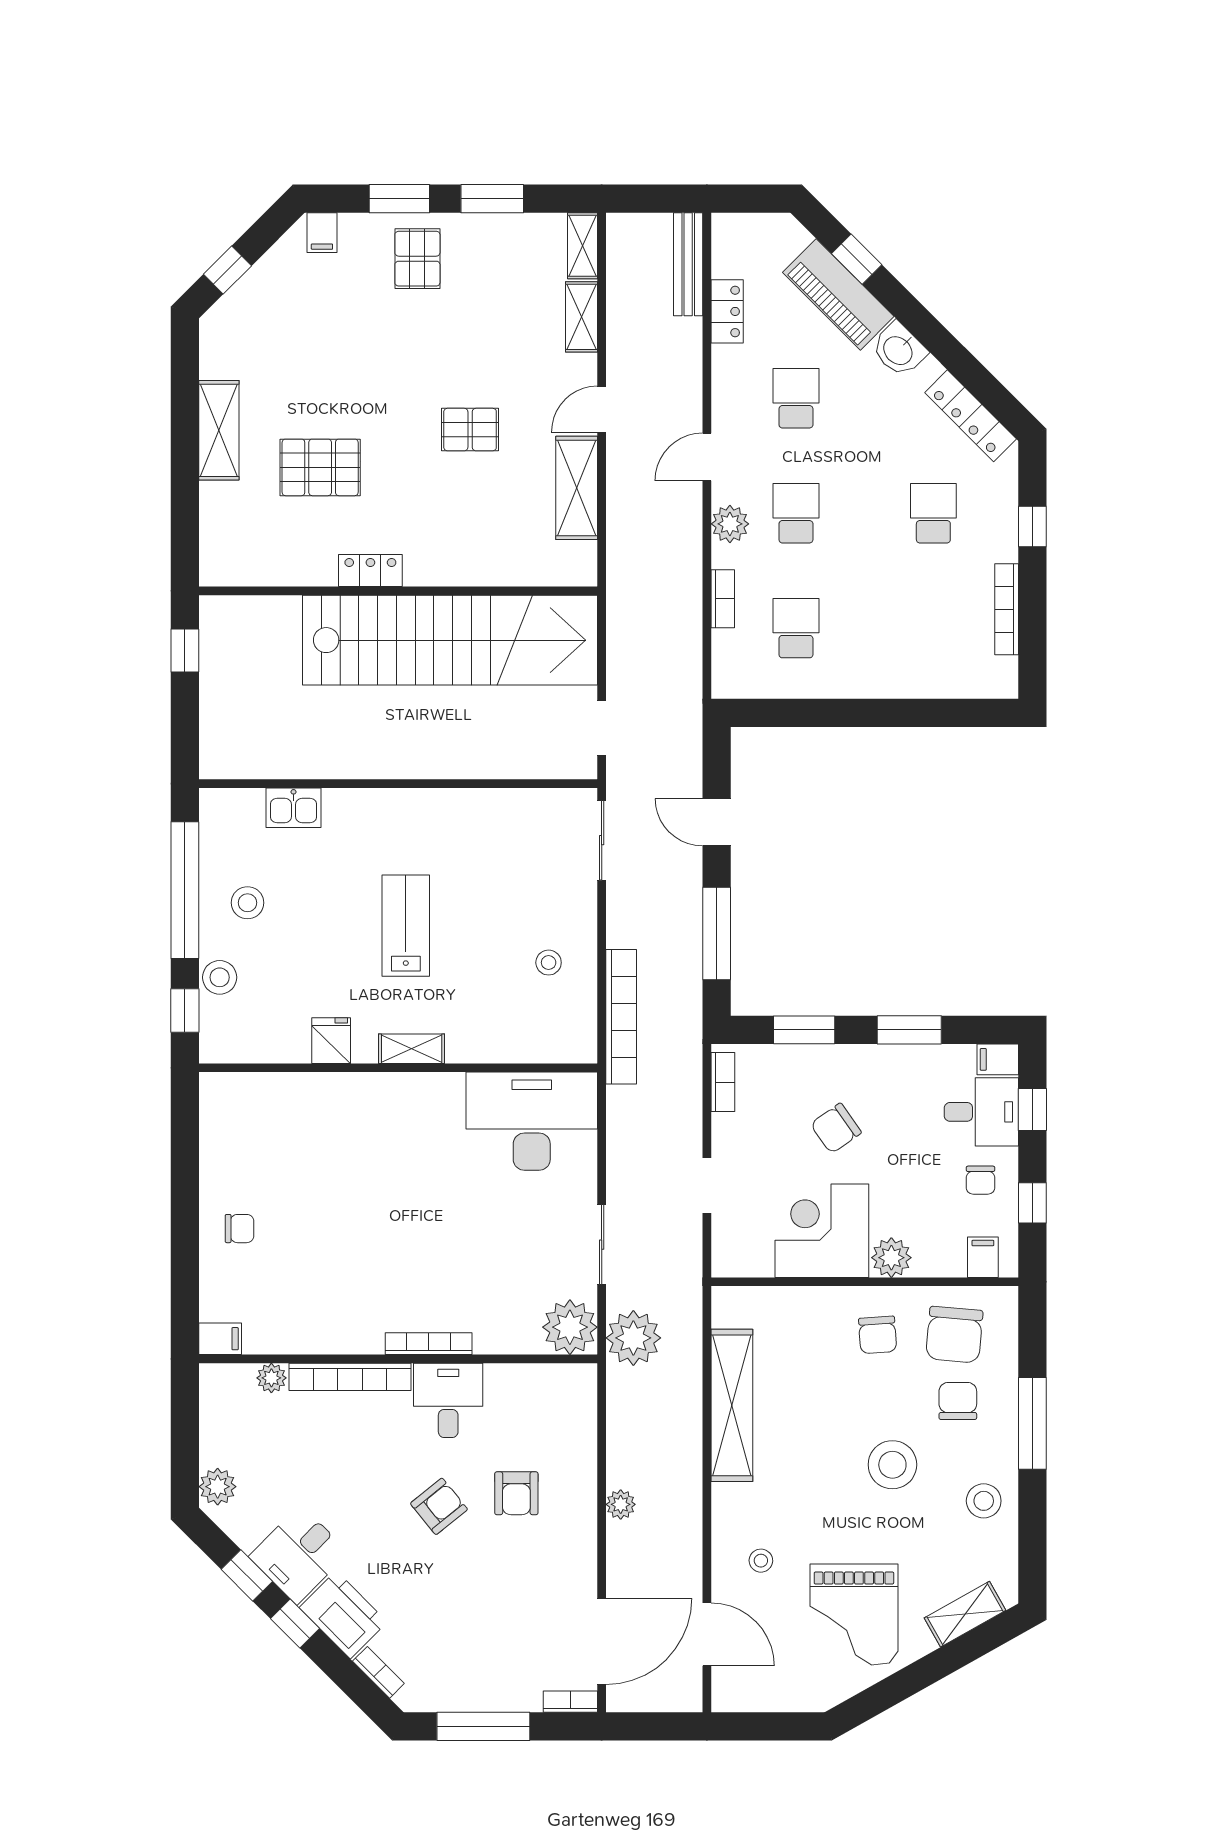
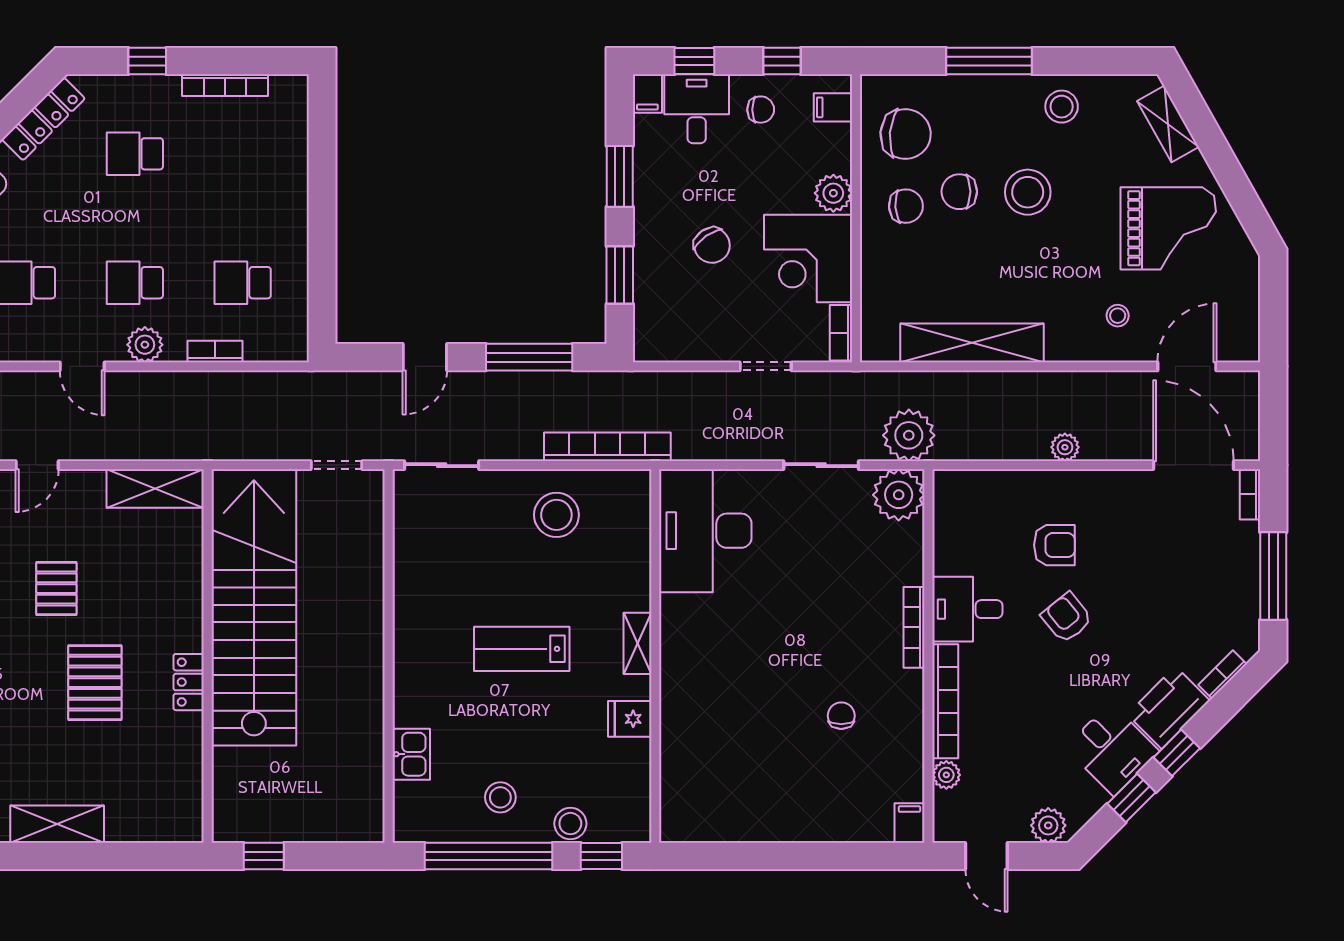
door: (602, 409) -> (37, 465), hinge flipped
pallet: (320, 467) -> (95, 683), moved
shelving: (577, 488) -> (155, 488), moved
stool: (549, 963) -> (556, 515), width x1.89, depth x1.89
bookcase: (723, 1082) -> (841, 333), moved, turned -90
chair: (240, 1229) -> (841, 716), moved
chair: (958, 1401) -> (959, 192), moved
door: (185, 1421) -> (986, 856), added

